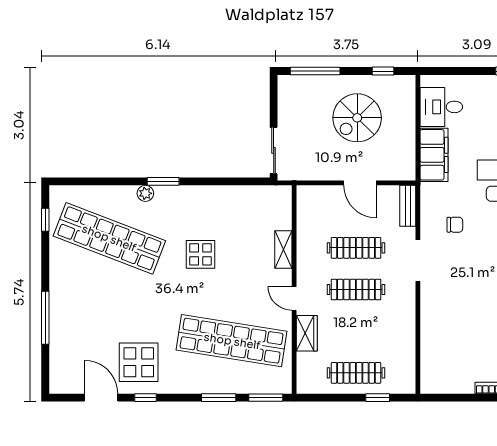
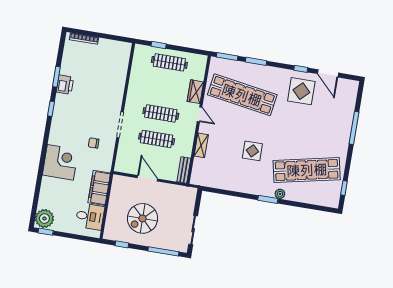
spiral stairs: (357, 118) -> (143, 218), turned 180
sliding door: (274, 150) -> (193, 230), moved
bench: (408, 206) -> (184, 170), moved
shop shelf: (109, 238) -> (307, 170), turned -33

